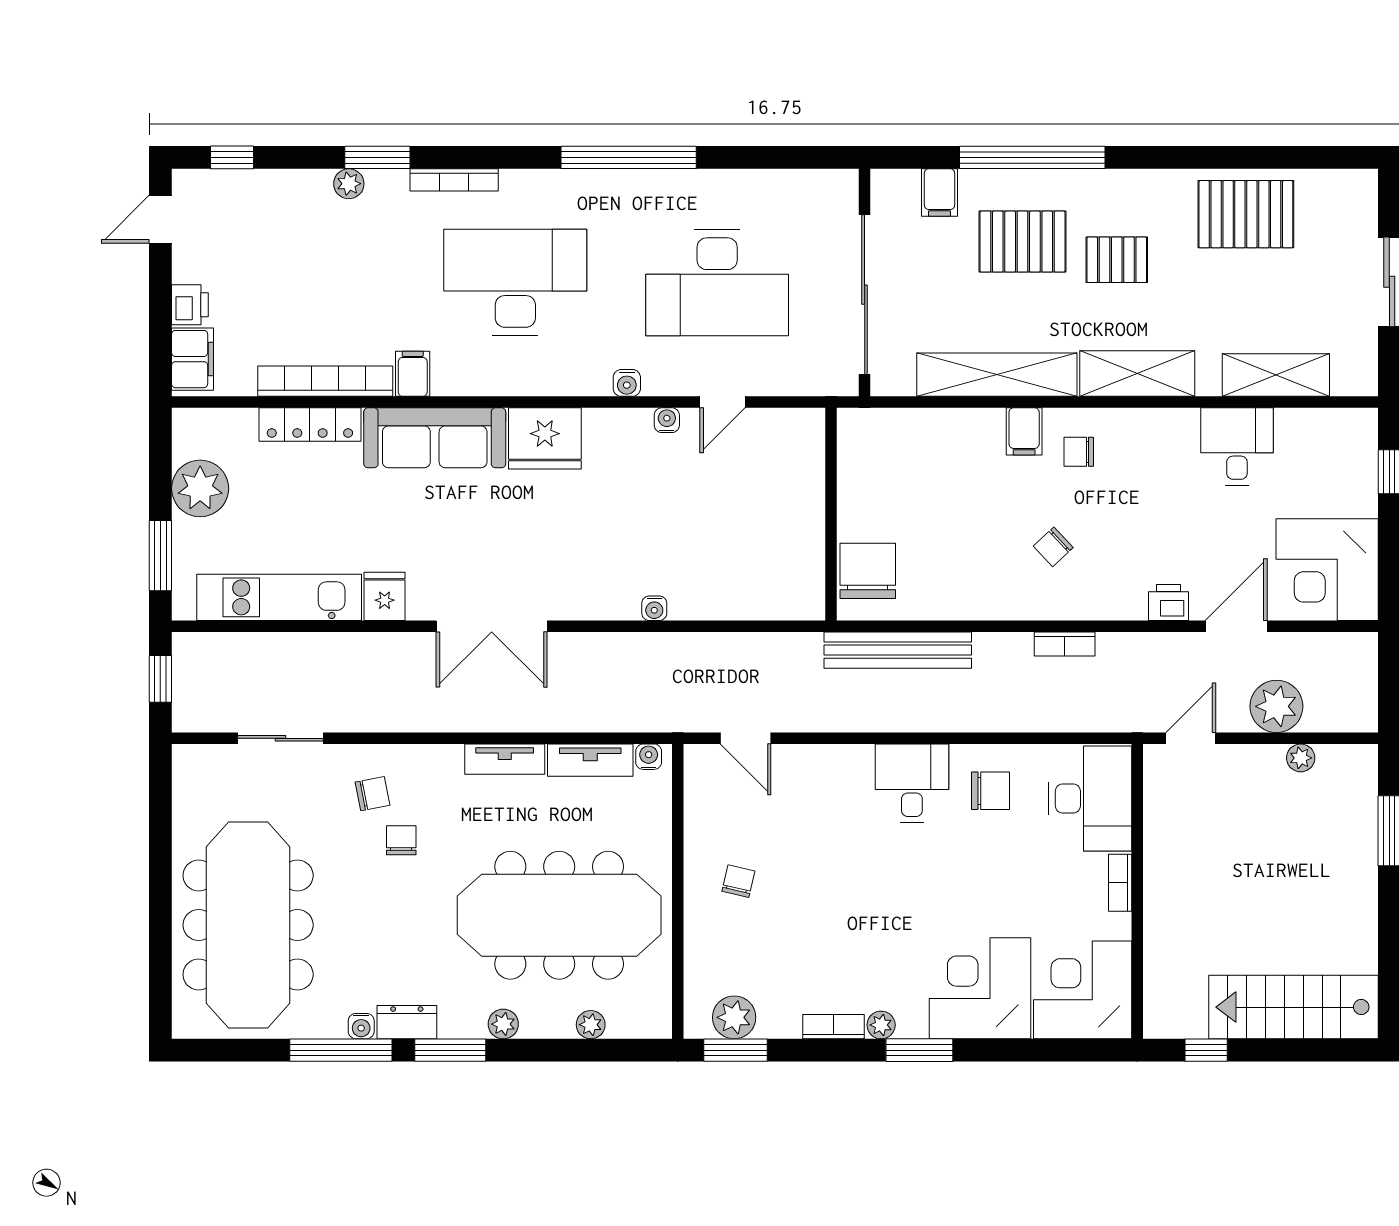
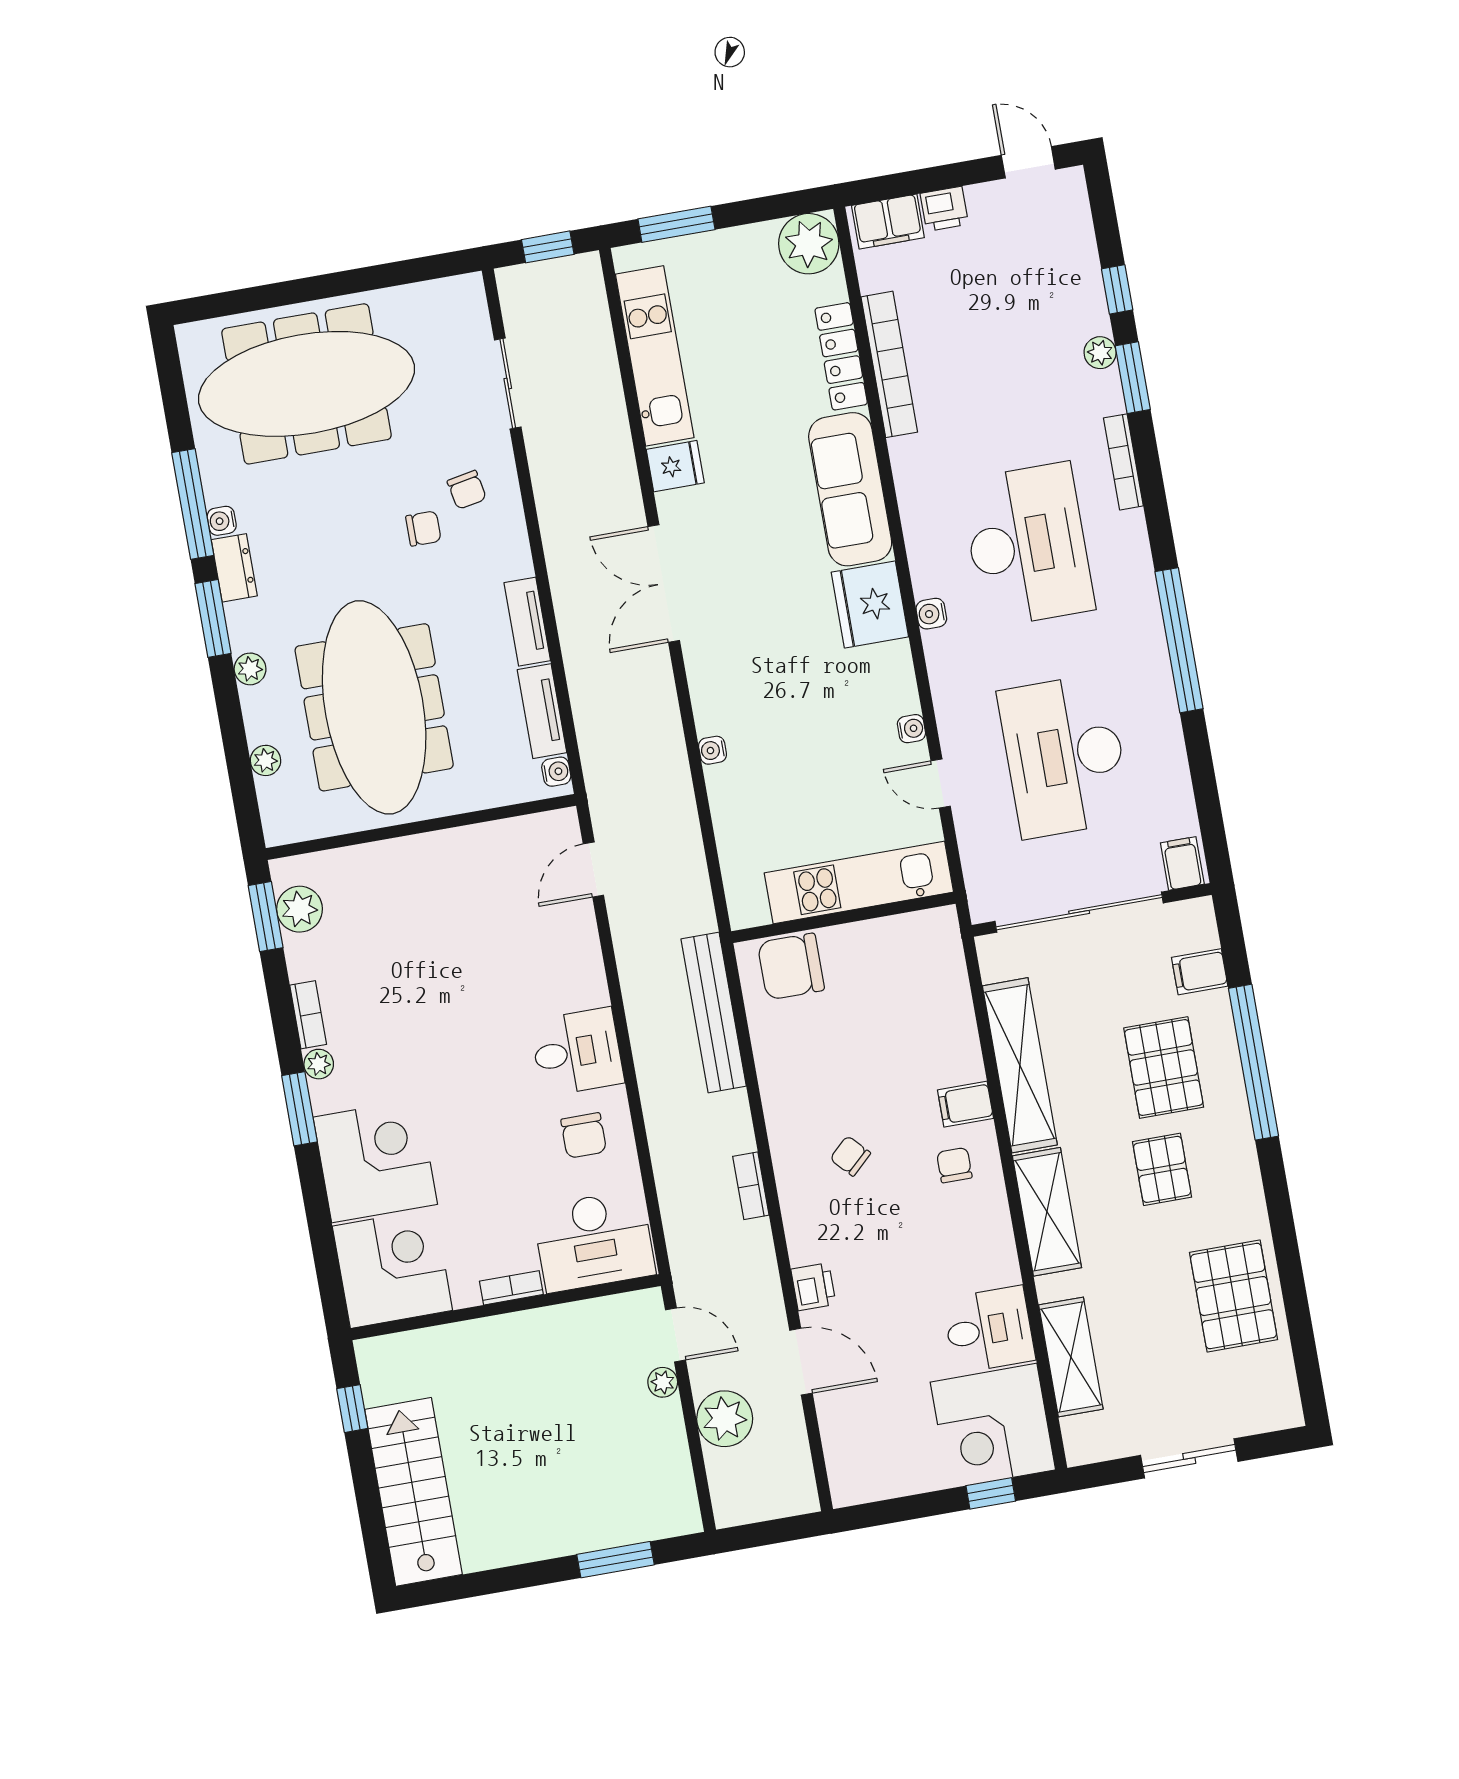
window: (232, 157) -> (1117, 289), moved
filing cabinet: (413, 374) -> (1182, 863), moved, turned -90
water cooler: (627, 383) -> (931, 614), moved
plant: (200, 488) -> (809, 244), moved
kitchen unit: (801, 494) -> (859, 882), added
corner desk: (1327, 570) -> (993, 1426), moved, turned -90
chair: (868, 571) -> (791, 966), turned 180
plant: (1301, 758) -> (663, 1382), moved
chair: (738, 881) -> (443, 888), removed

